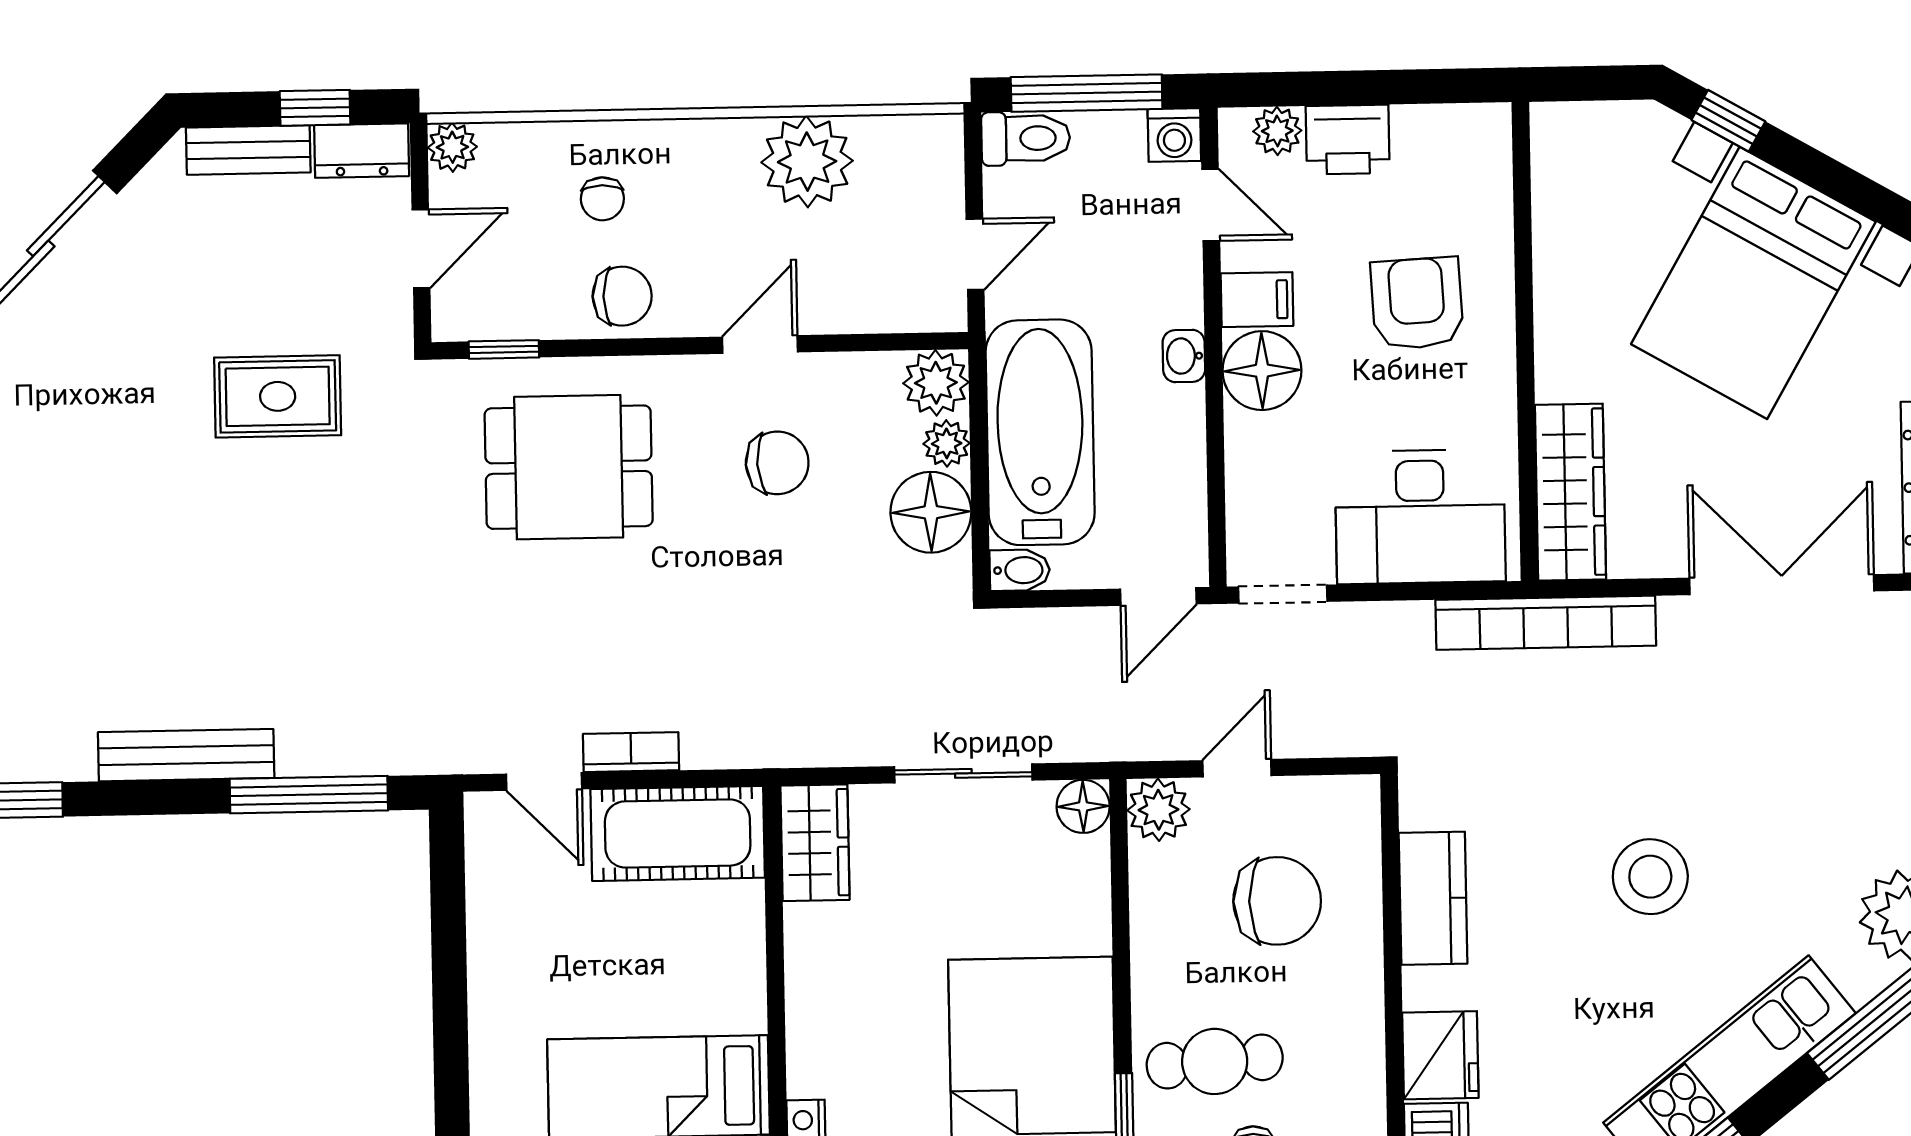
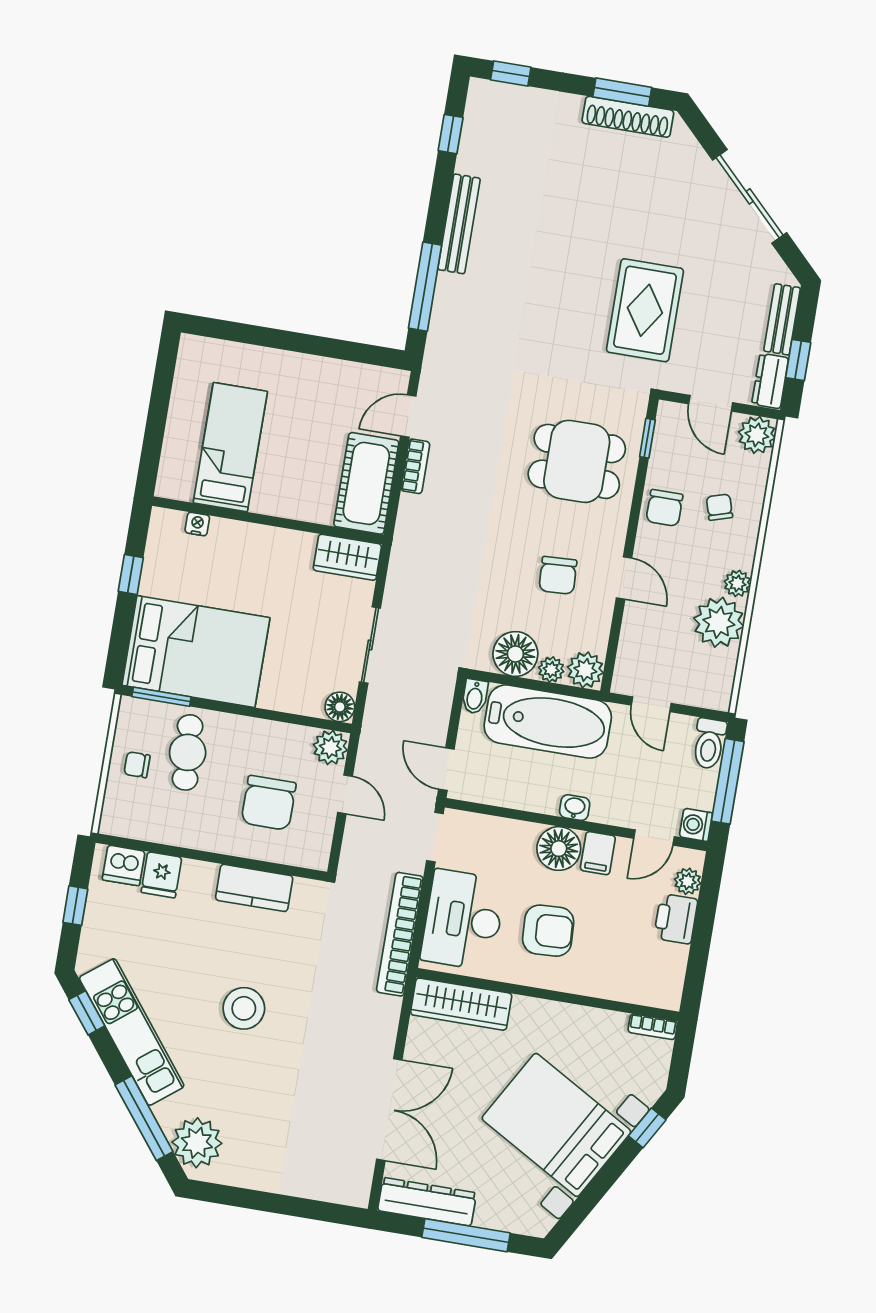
plant: (732, 141) -> (737, 583), added
bookcase: (1547, 145) -> (653, 1027), added
plant: (452, 147) -> (757, 435), width x1.38, depth x1.38
chair: (602, 199) -> (719, 507), turned 73
armchair: (1417, 303) -> (548, 931), moved
rug: (278, 396) -> (645, 310), width x1.36, depth x1.43
dining table: (569, 467) -> (577, 461), turned 90
bookcase: (1546, 623) -> (400, 934), moved
fridge: (1440, 1055) -> (161, 875), width x0.72

